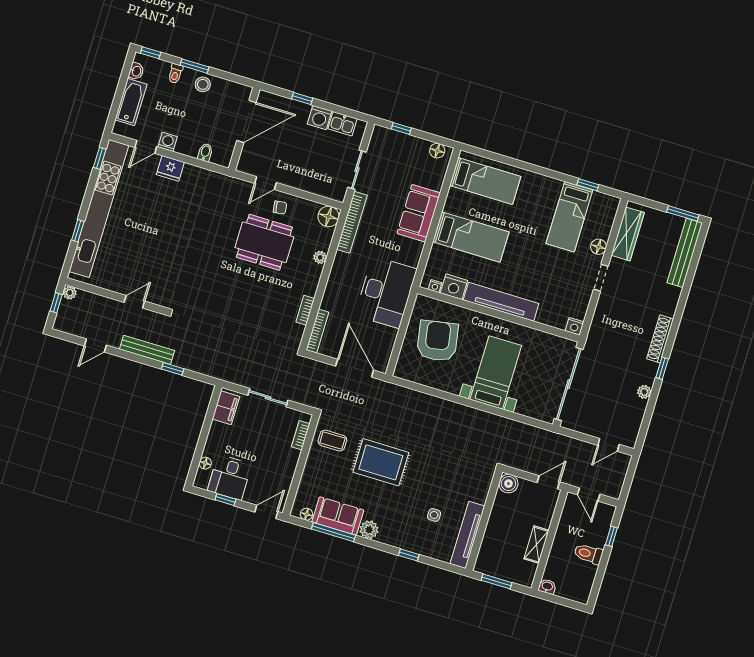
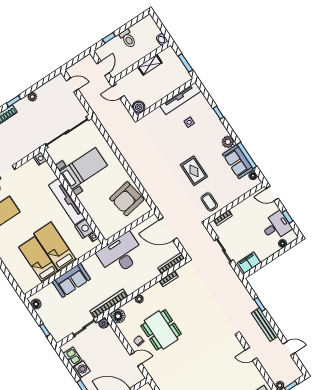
bed: (485, 181) -> (39, 260), moved
boiler: (339, 194) -> (104, 323), added
armchair: (437, 341) -> (127, 199), moved
door: (355, 368) -> (168, 229), hinge flipped
bed with nightstands: (496, 373) -> (83, 168), moved, turned 180
rug: (381, 462) -> (194, 171), width x0.73, depth x0.70

